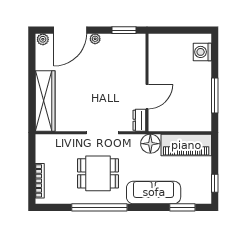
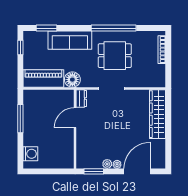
plant: (43, 39) -> (107, 164), moved

